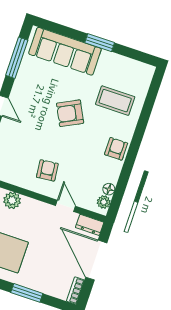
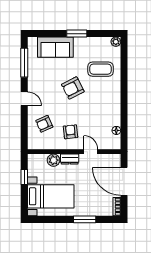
sofa: (65, 51) -> (55, 47), width x0.73
armchair: (116, 149) -> (44, 124), moved, turned -114
plant: (104, 202) -> (116, 42), moved
dresser: (90, 225) -> (70, 159), moved

